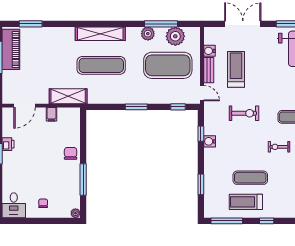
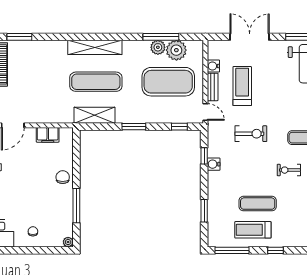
plant: (148, 34) -> (158, 47), moved
shelving: (68, 96) -> (94, 115), moved
filing cabinet: (52, 114) -> (48, 135), width x2.00

